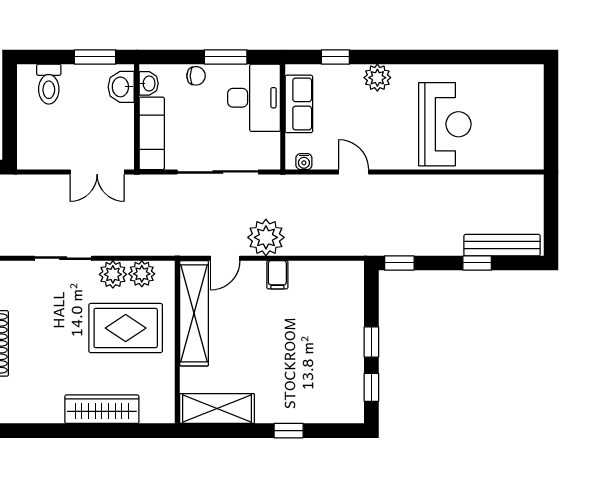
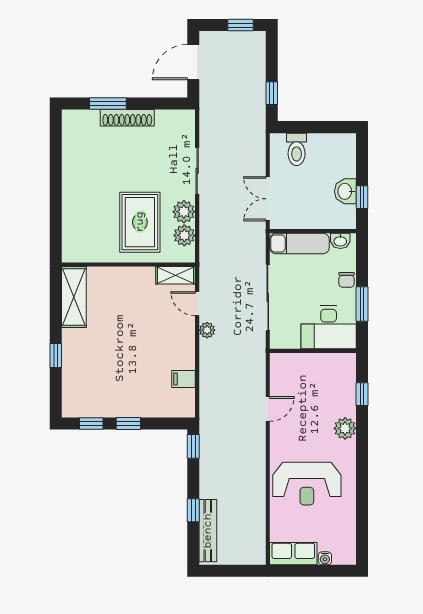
window: (95, 57) -> (362, 197), width x0.67
toilet: (49, 84) -> (297, 149), moved, turned -90
washbasin: (121, 87) -> (345, 191), moved, turned -90
row of seats: (299, 104) -> (293, 554), moved, turned 180
water cooler: (304, 162) -> (325, 558), moved, turned -90
plant: (266, 237) -> (207, 330), width x0.53, depth x0.53
filing cabinet: (277, 275) -> (184, 379), moved
shelving: (194, 313) -> (176, 275), width x0.45, depth x0.75
wardrobe: (102, 409) -> (73, 203), removed

